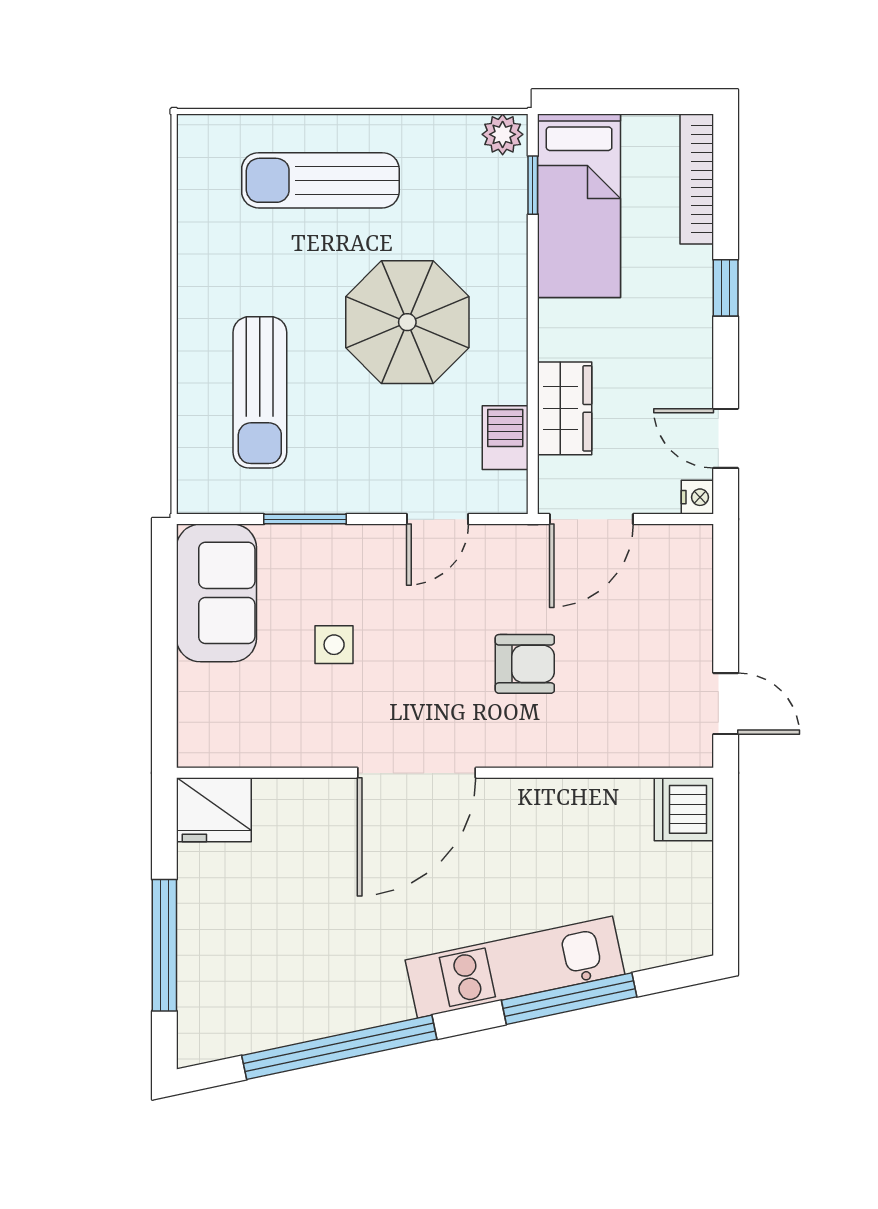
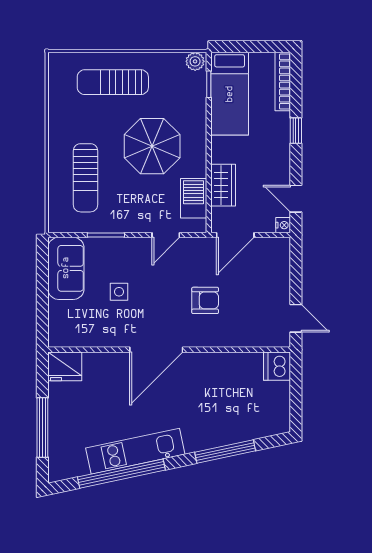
barbecue: (505, 438) -> (194, 198), width x1.38, depth x1.27
kitchen unit: (515, 967) -> (135, 451), moved

